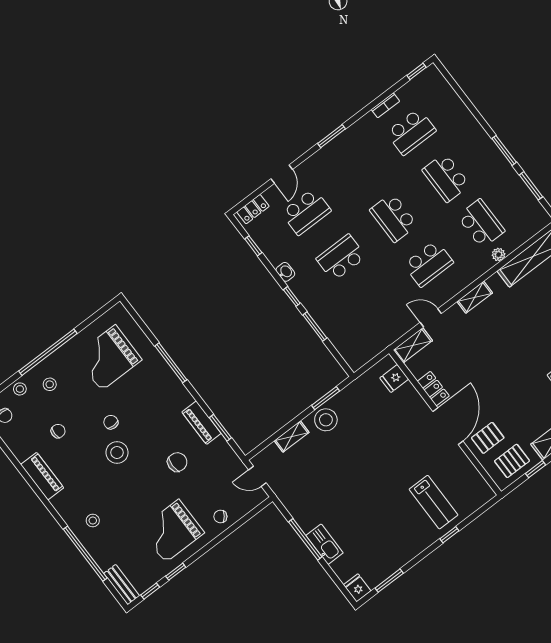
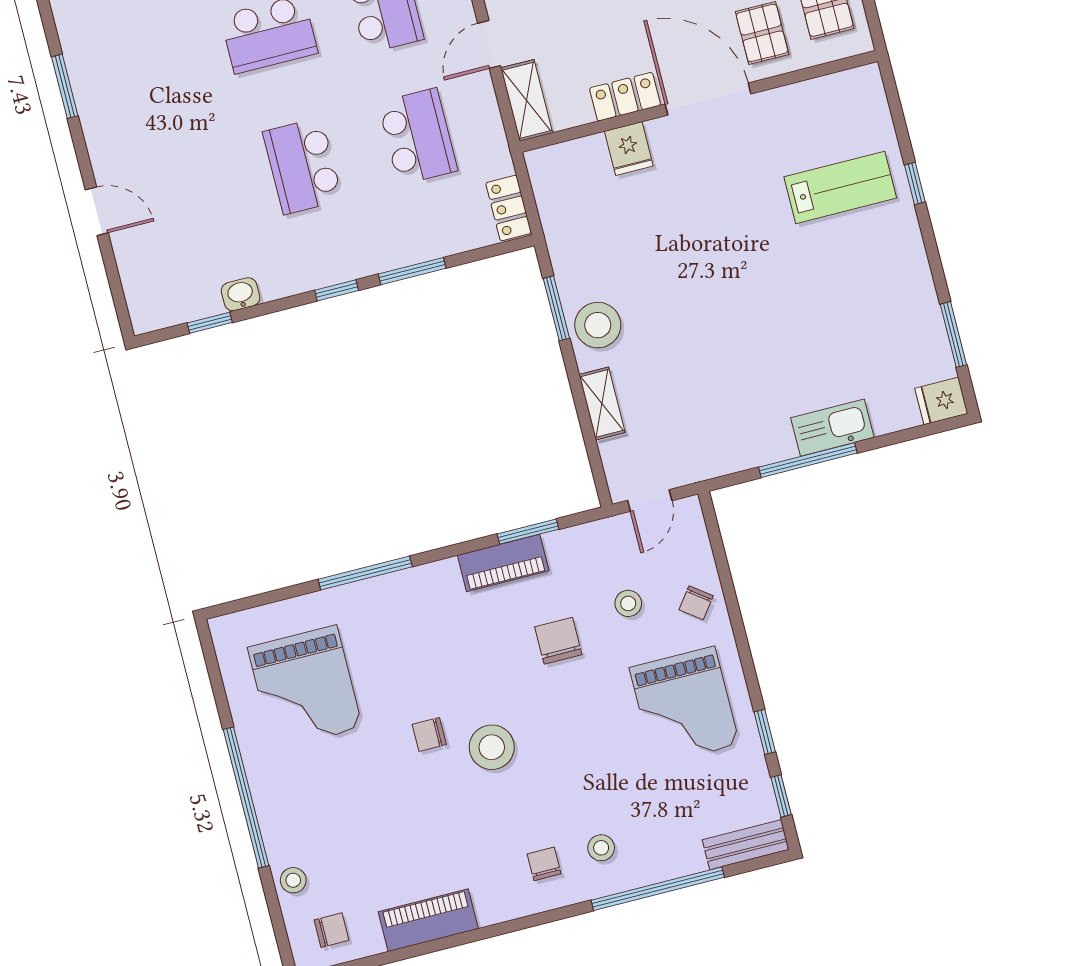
locker: (253, 209) -> (509, 208), moved, turned 180
school desk: (306, 212) -> (418, 137), moved
washbasin: (285, 272) -> (241, 294), moved
fridge: (394, 378) -> (629, 149), moved
stool: (50, 384) -> (628, 603), moved
chair: (58, 431) -> (544, 864), moved
piano: (42, 476) -> (428, 920), moved

